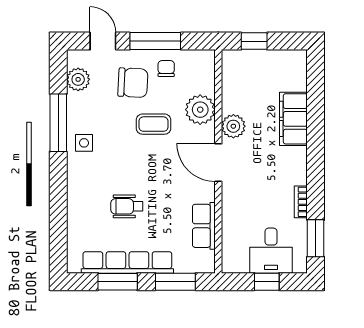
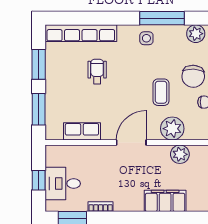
plant: (233, 126) -> (180, 154), moved
row of seats: (127, 262) -> (81, 33), moved, turned 90

